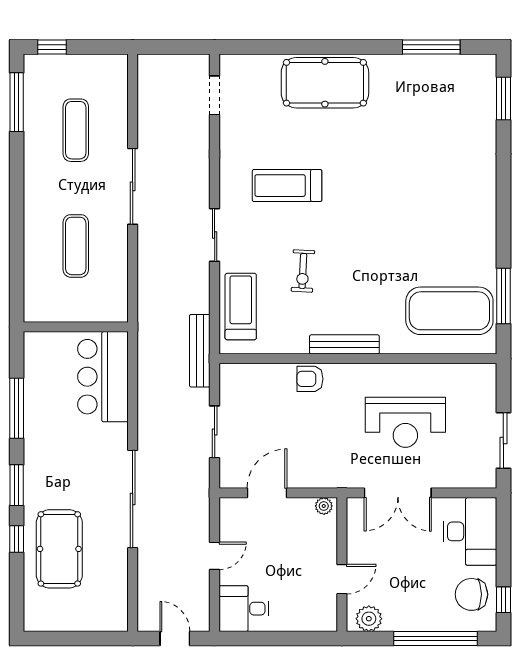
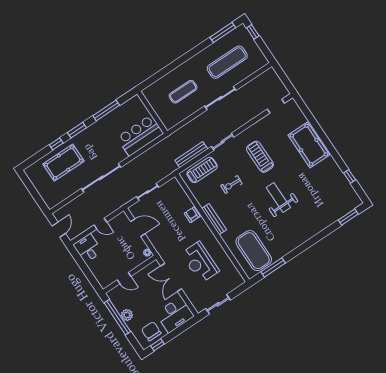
window: (431, 47) -> (350, 176), width x0.46
exercise mat: (76, 130) -> (227, 62), width x1.36, depth x1.45
weight bench: (383, 202) -> (278, 197), added
bench: (200, 351) -> (191, 155), moved
plant: (369, 619) -> (127, 315), moved
window: (436, 639) -> (117, 317), moved

